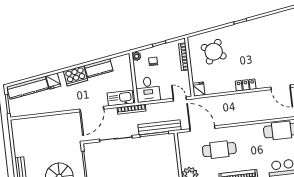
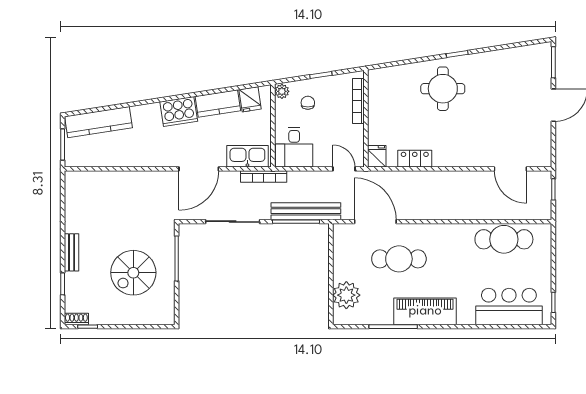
round table: (214, 52) -> (443, 89), moved, turned -31
fridge: (53, 81) -> (250, 99), moved
locker: (246, 85) -> (415, 159), moved

